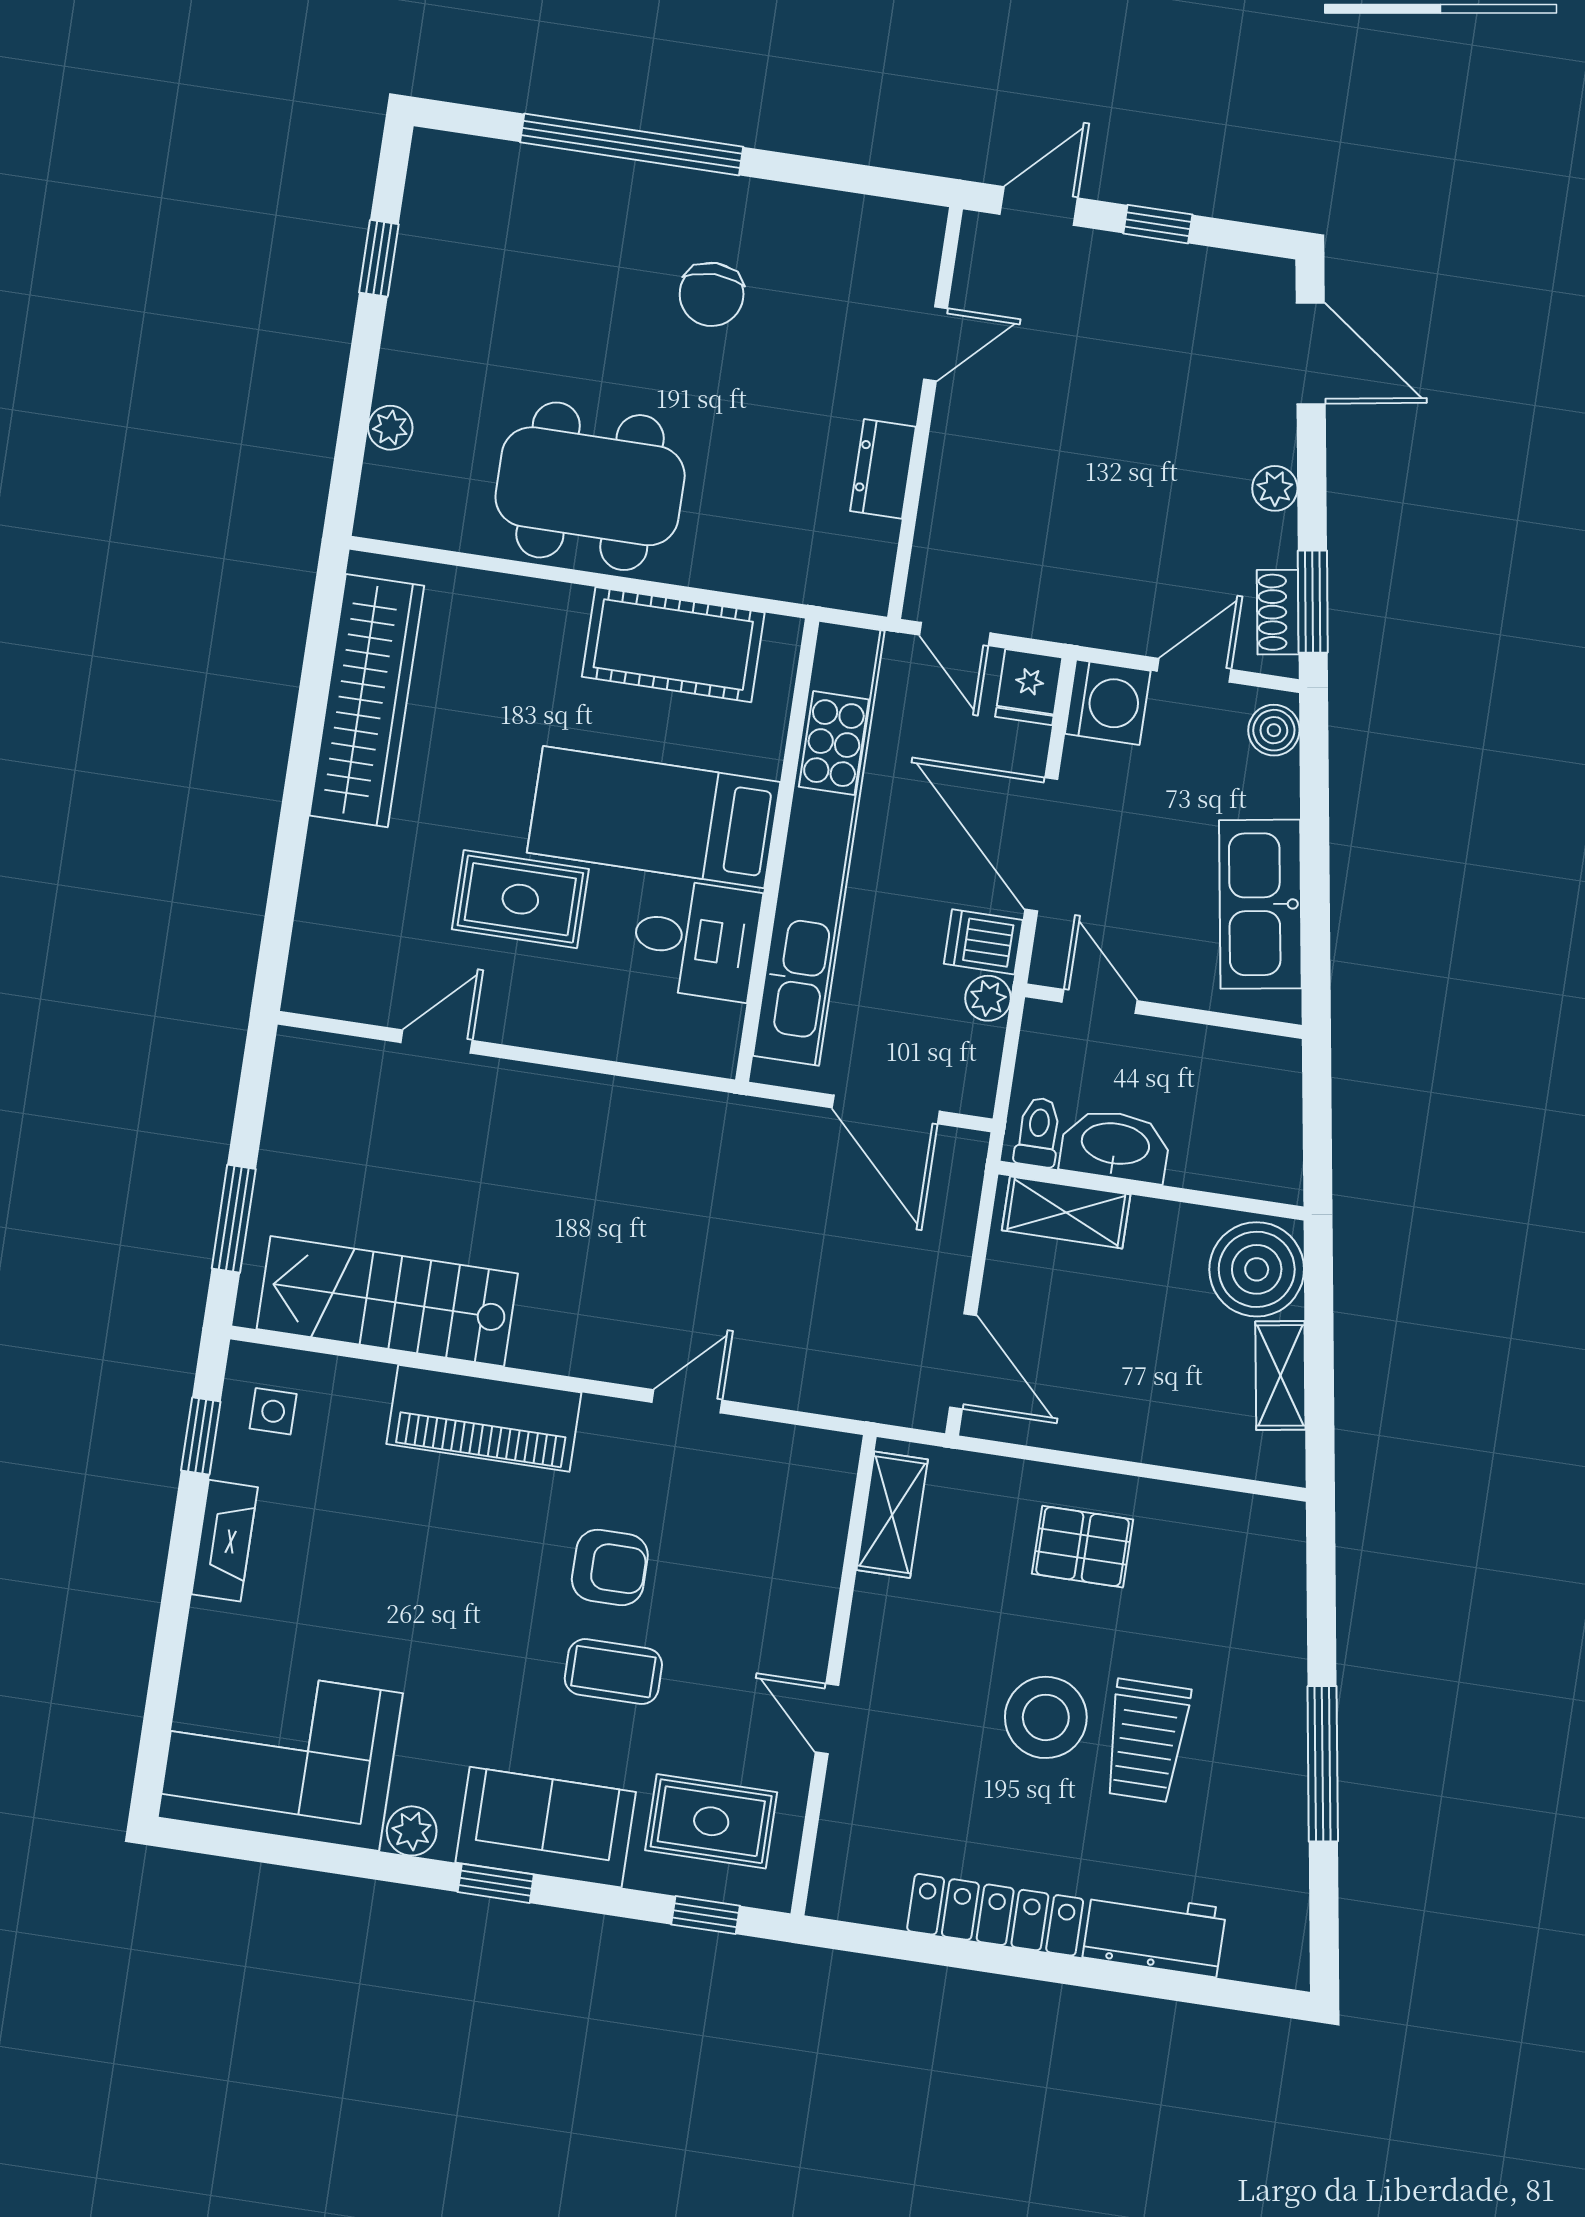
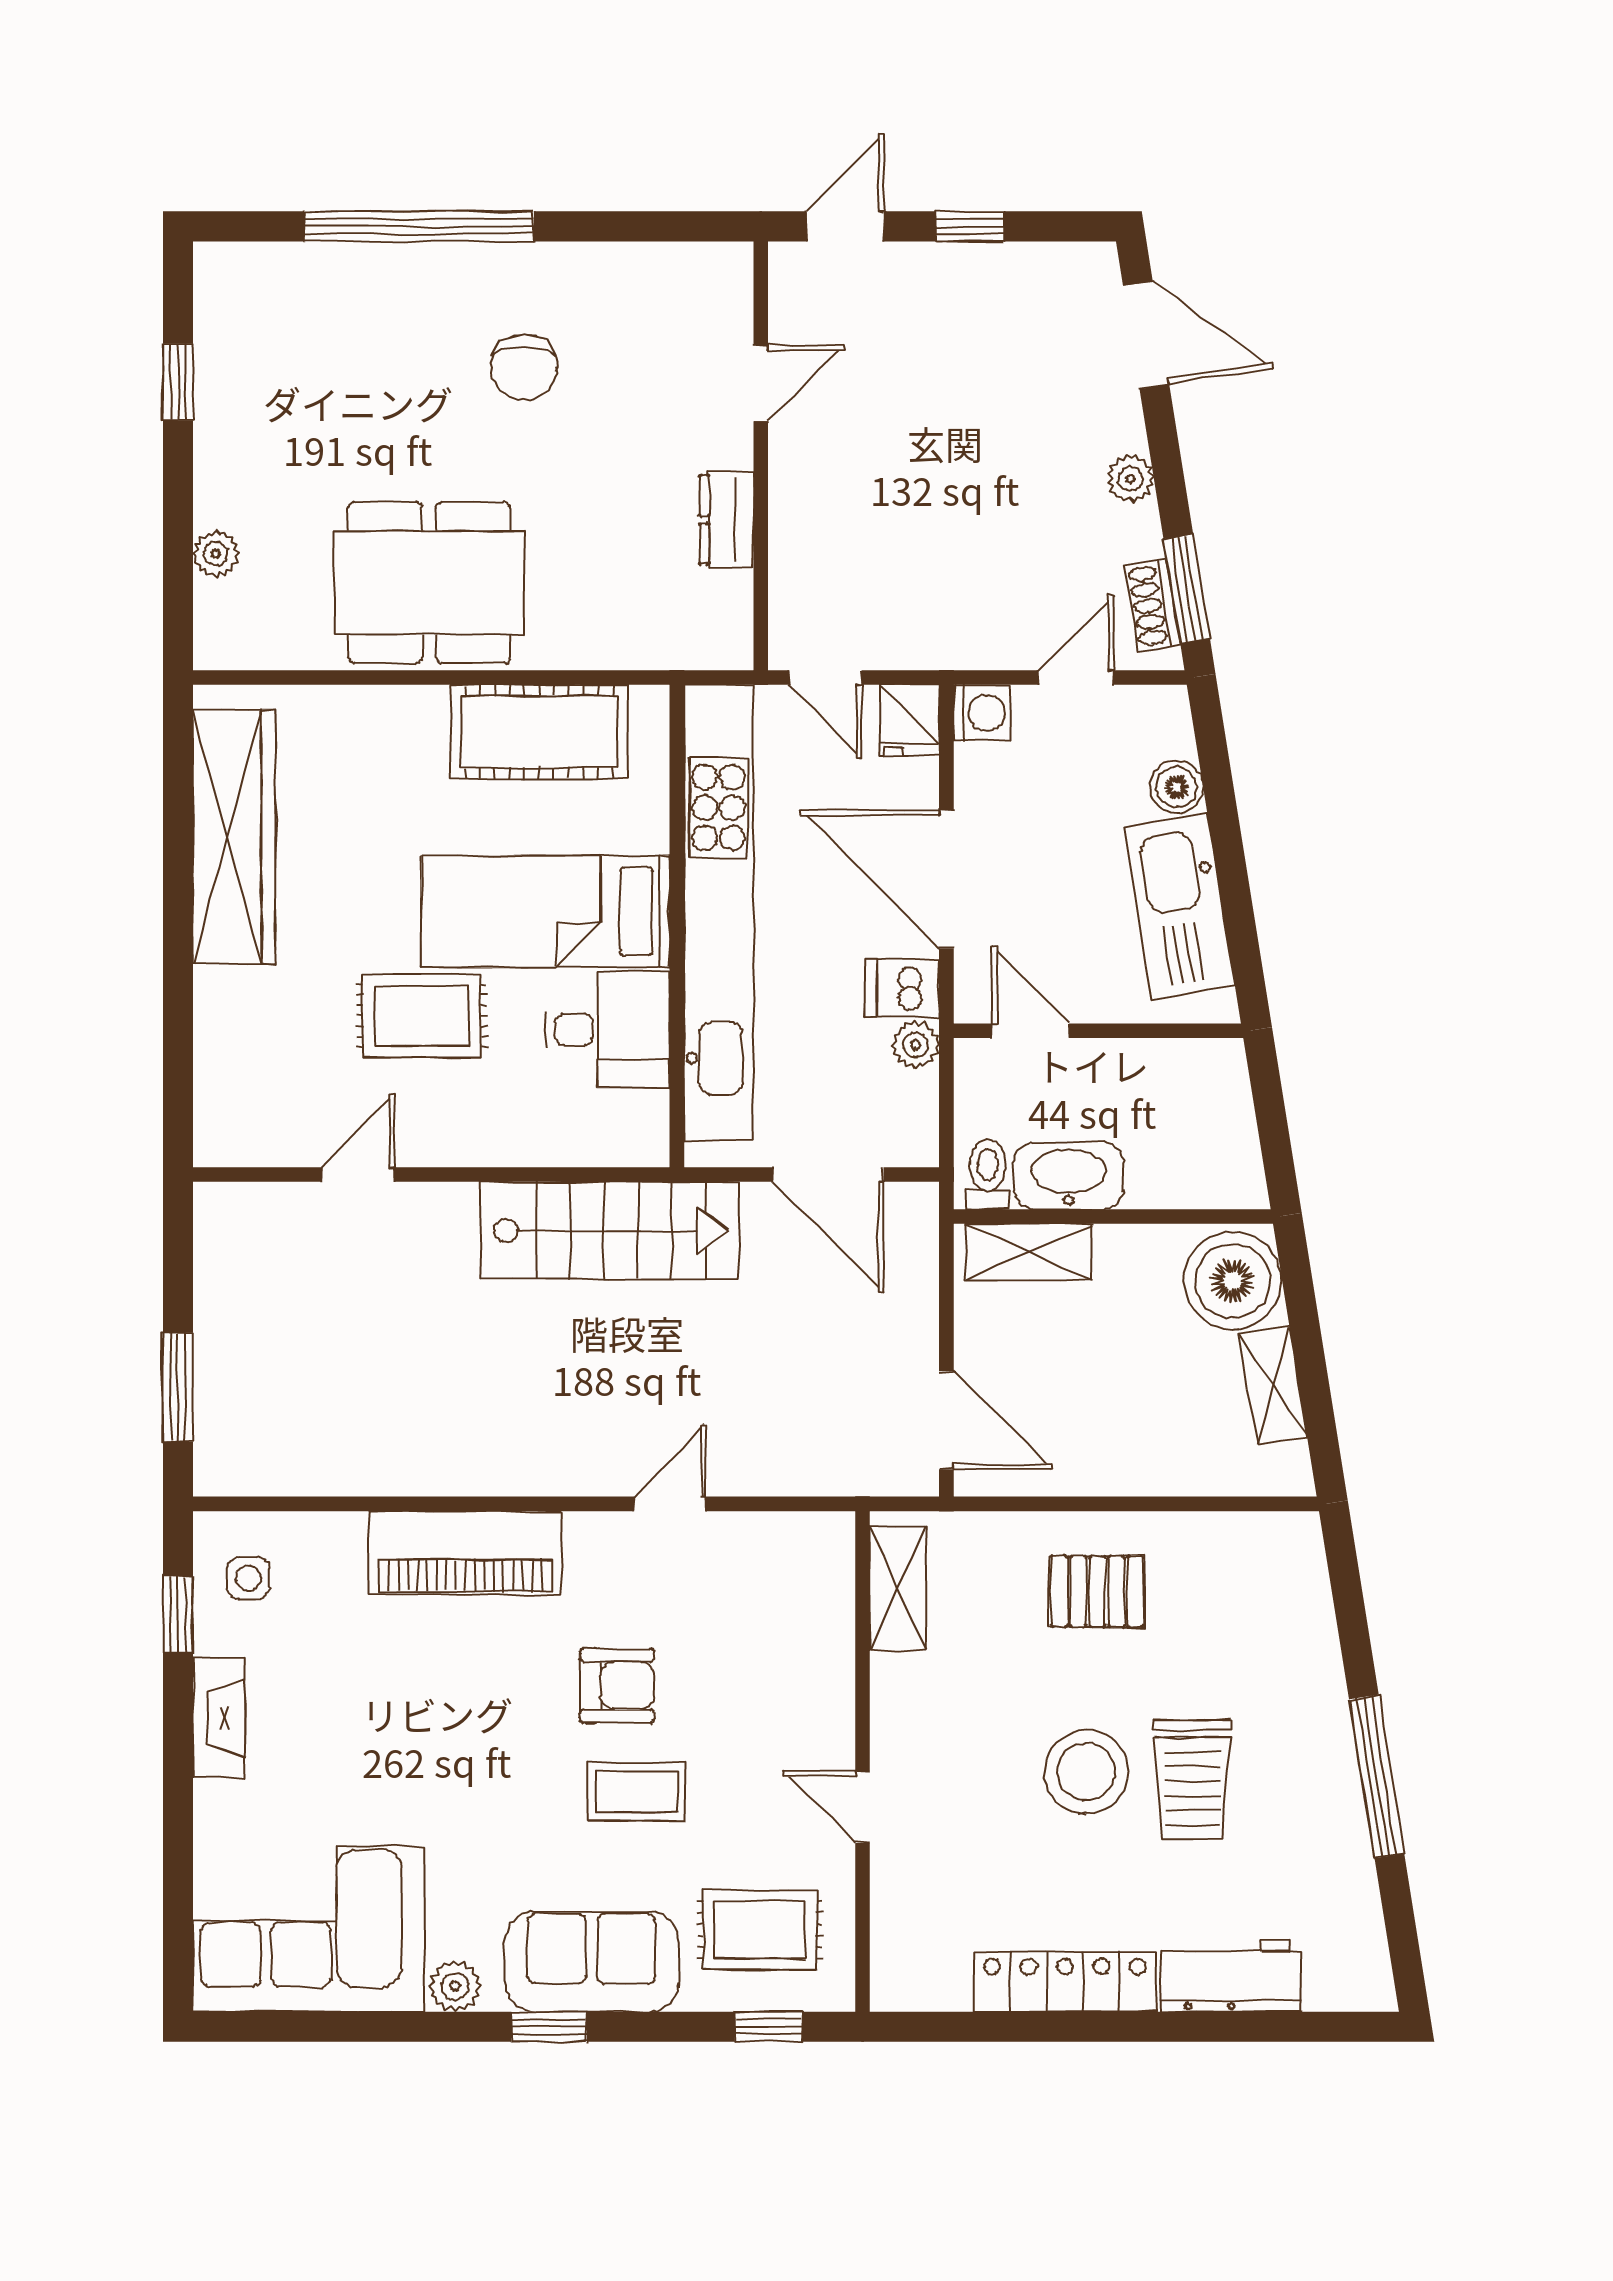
washing machine: (1108, 702) -> (982, 713), width x0.73, depth x0.73
boiler: (1274, 730) -> (1177, 787), moved
stairs: (387, 1301) -> (609, 1231), moved, turned 180

